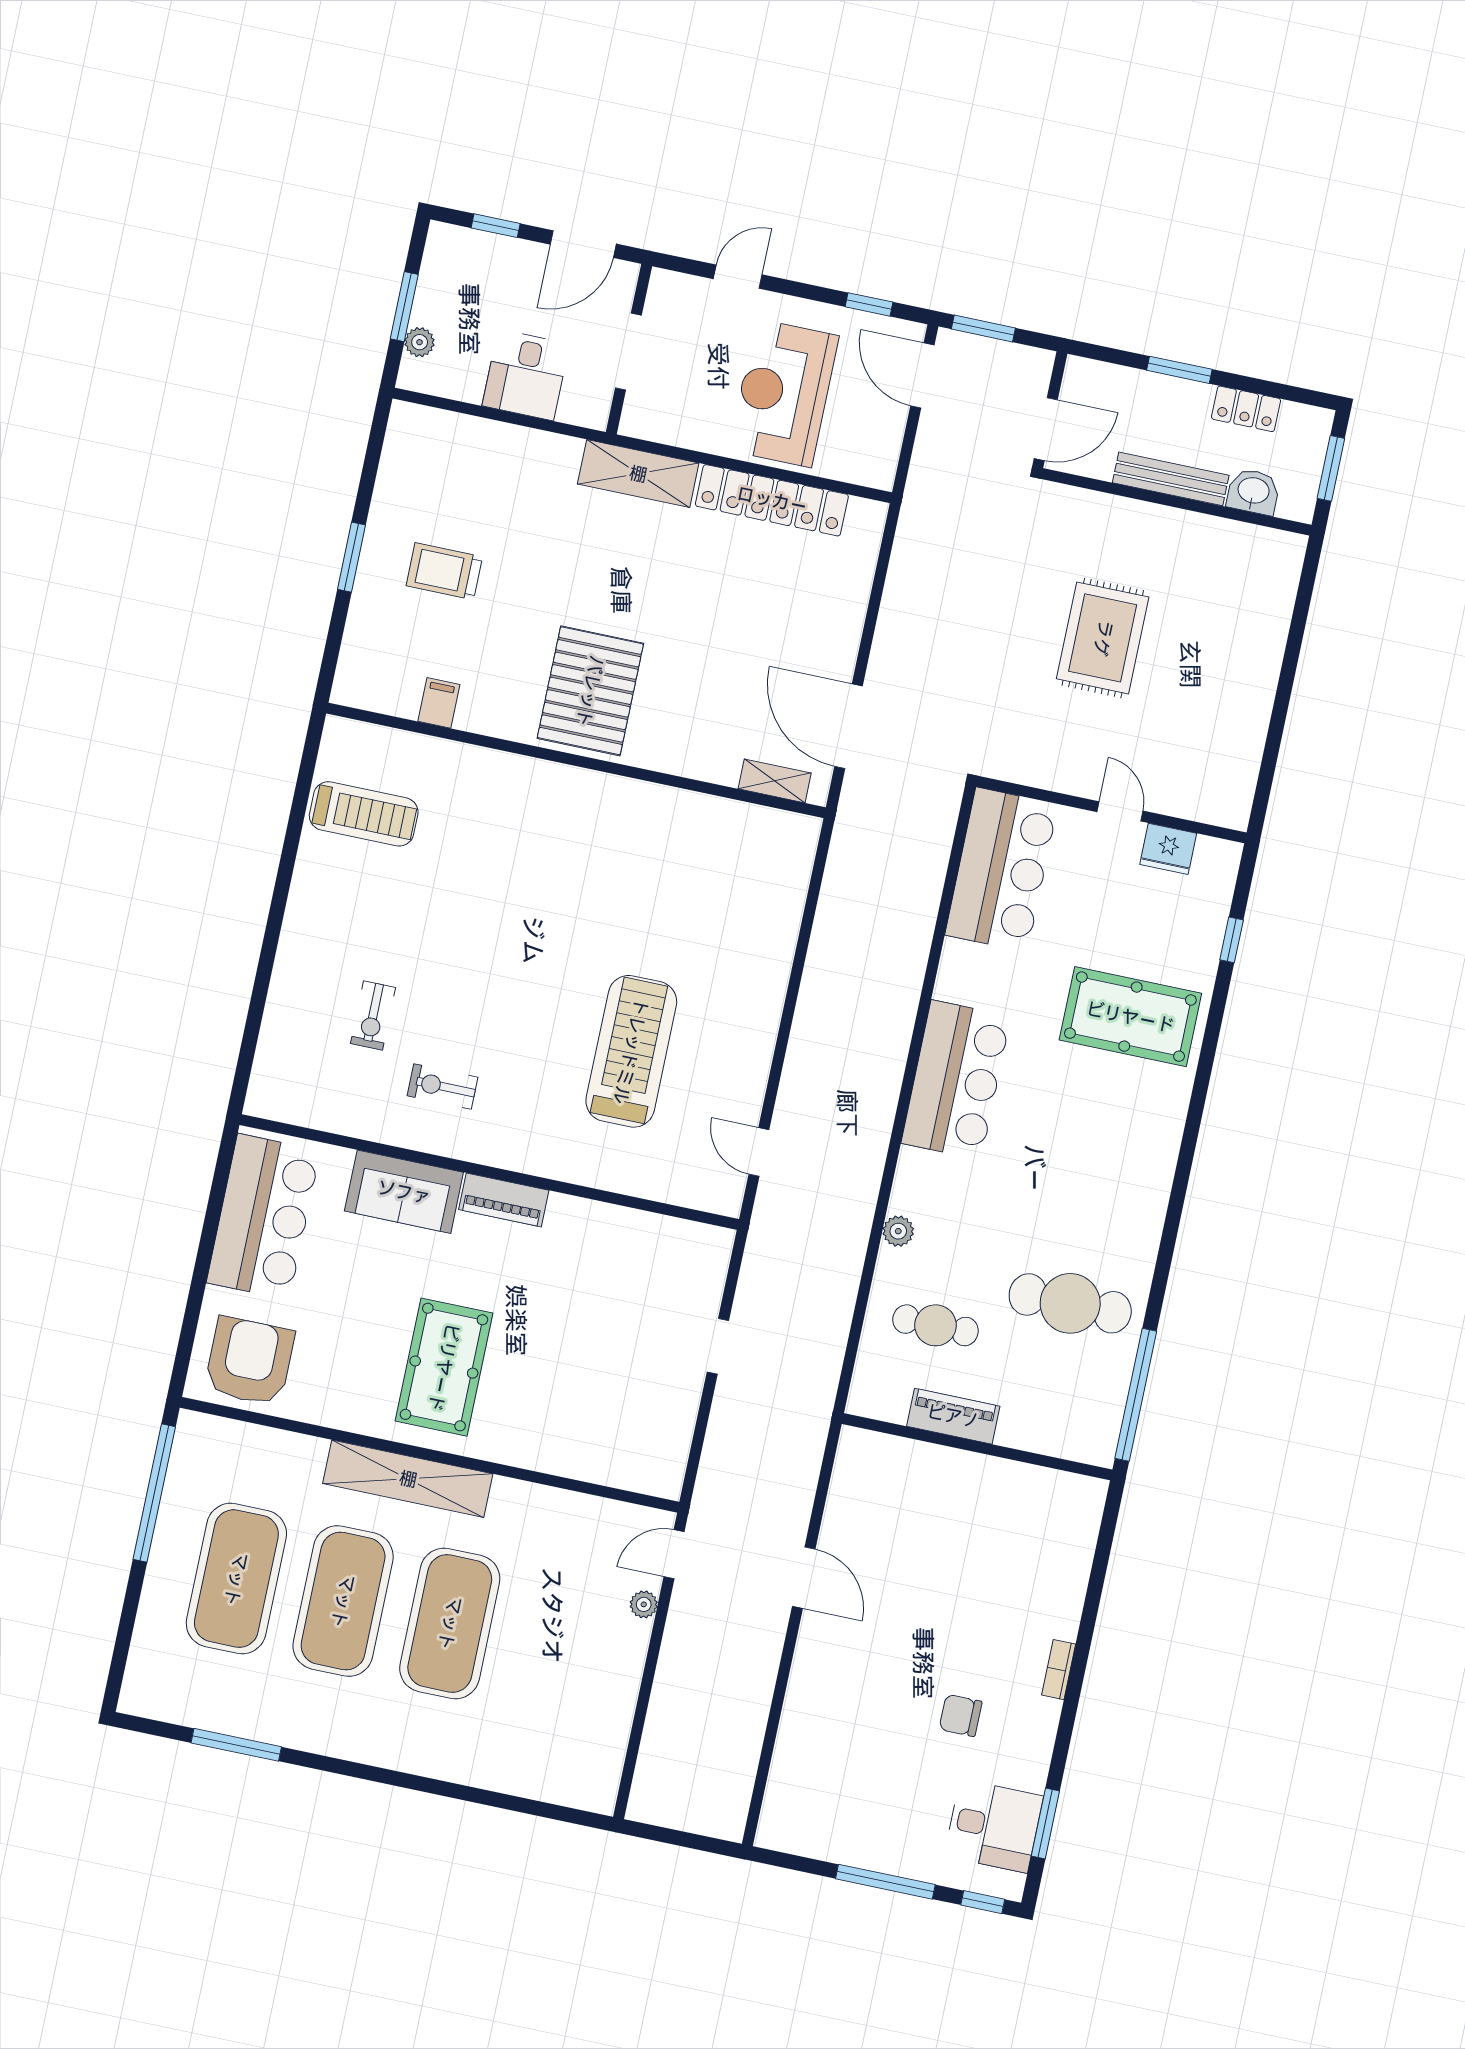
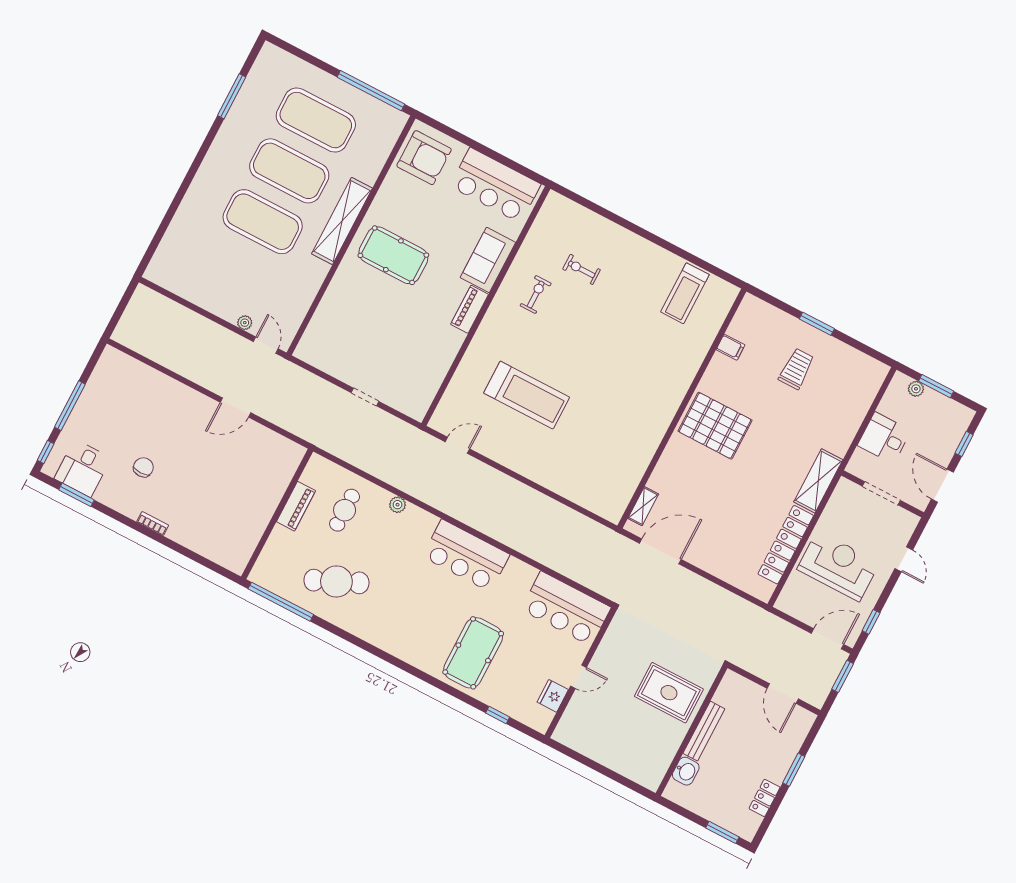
bench: (1171, 479) -> (704, 731), moved
washbasin: (1253, 492) -> (686, 771), moved
wall: (1176, 502) -> (692, 731), moved
cafe table: (1070, 1303) -> (336, 581), turned 66

